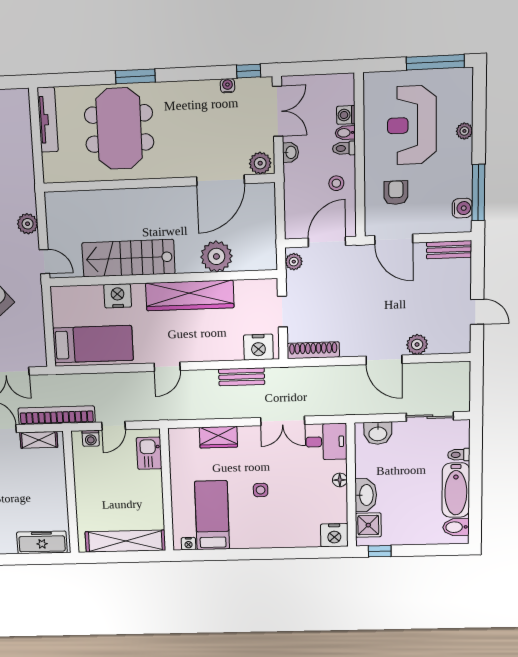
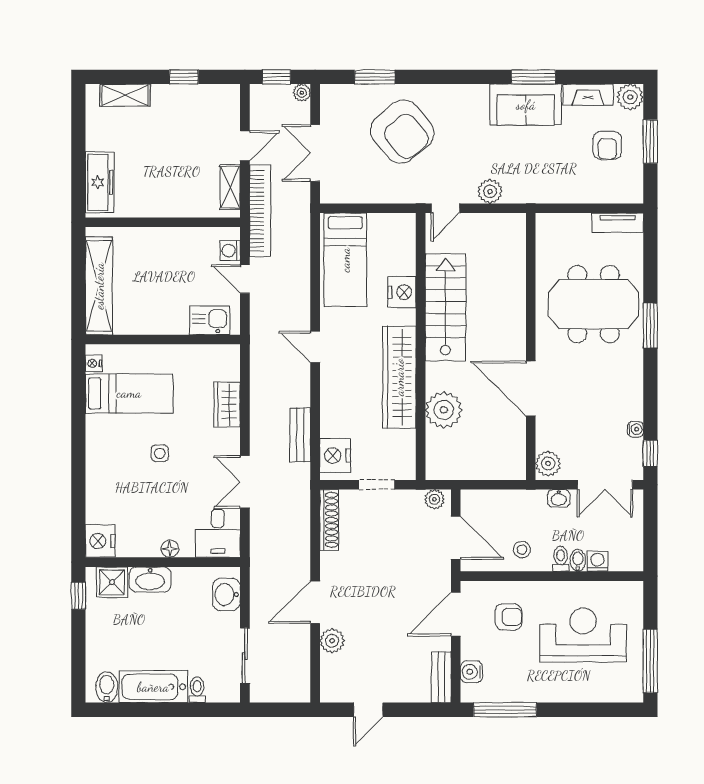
tv unit: (48, 120) -> (618, 223), width x0.71
plant: (464, 131) -> (574, 694), removed
door: (221, 180) -> (531, 389), moved
water cooler: (462, 208) -> (471, 672), moved, turned 90

